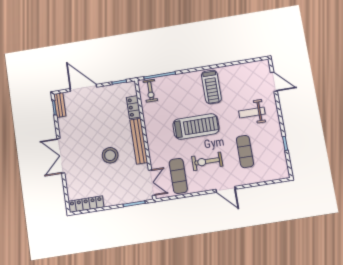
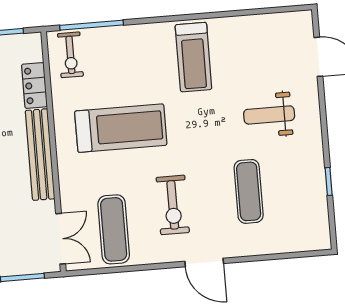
treadmill: (196, 126) -> (121, 128), moved
exercise bike: (207, 161) -> (173, 205), turned -90

